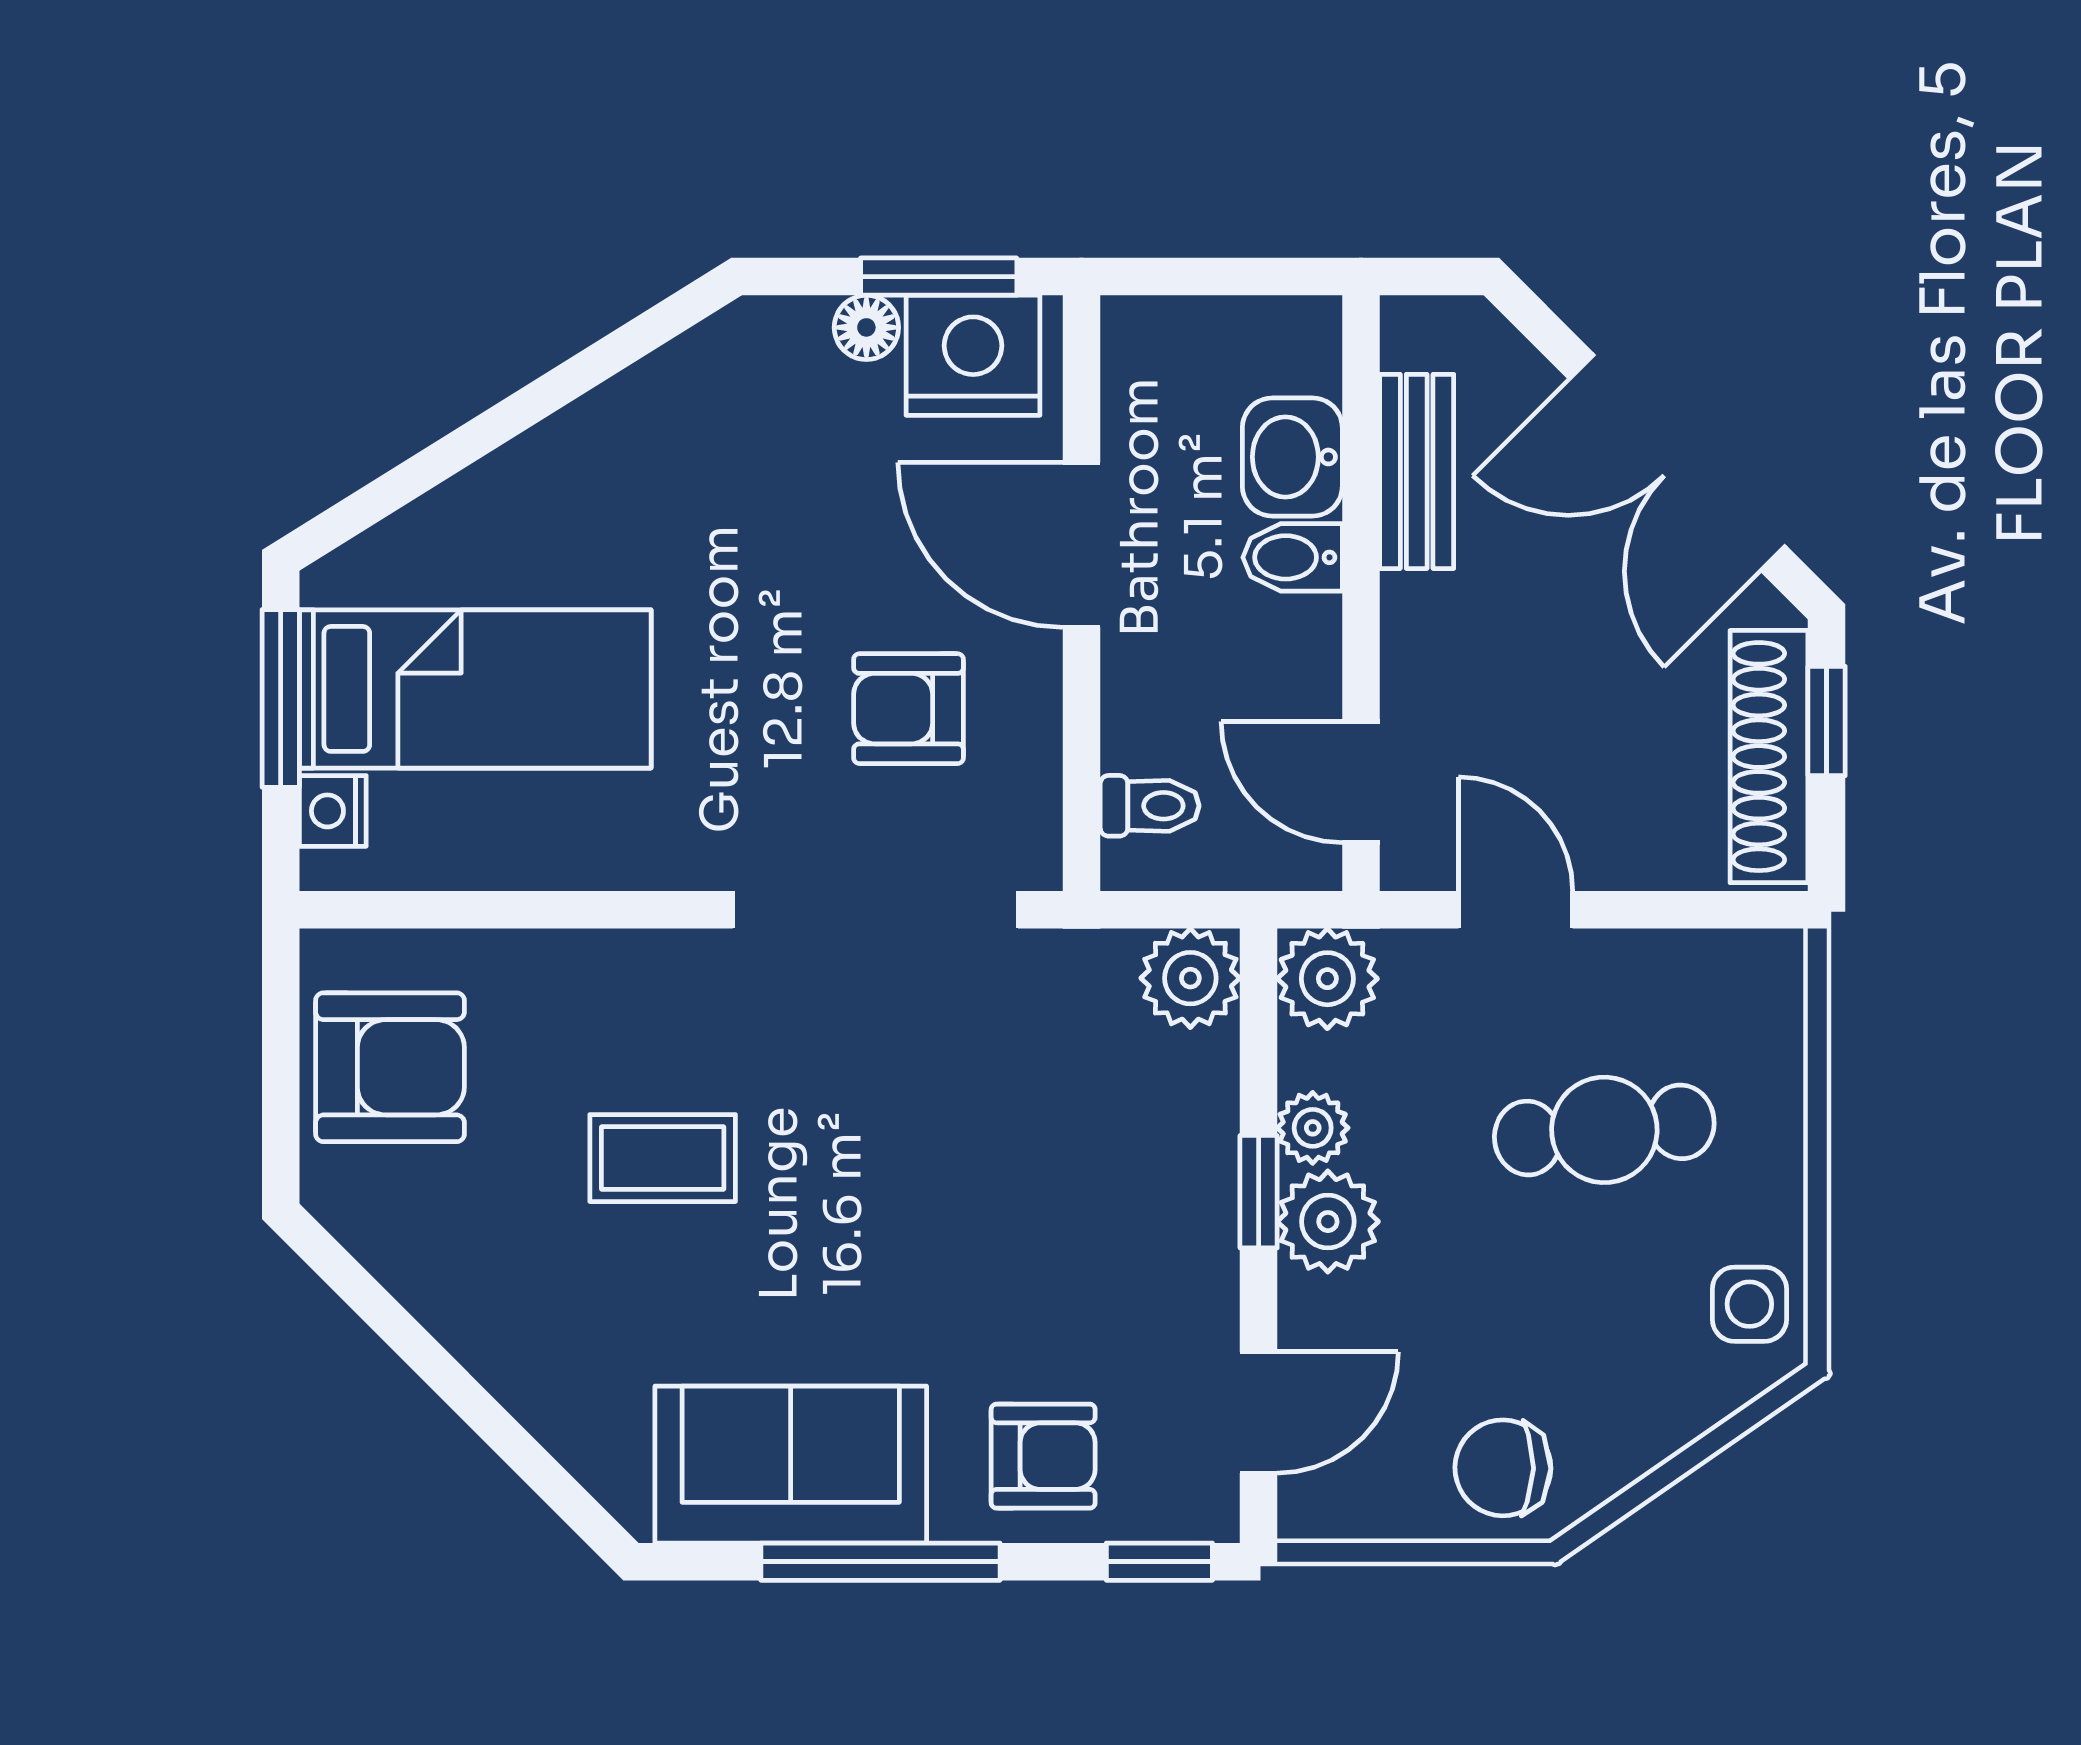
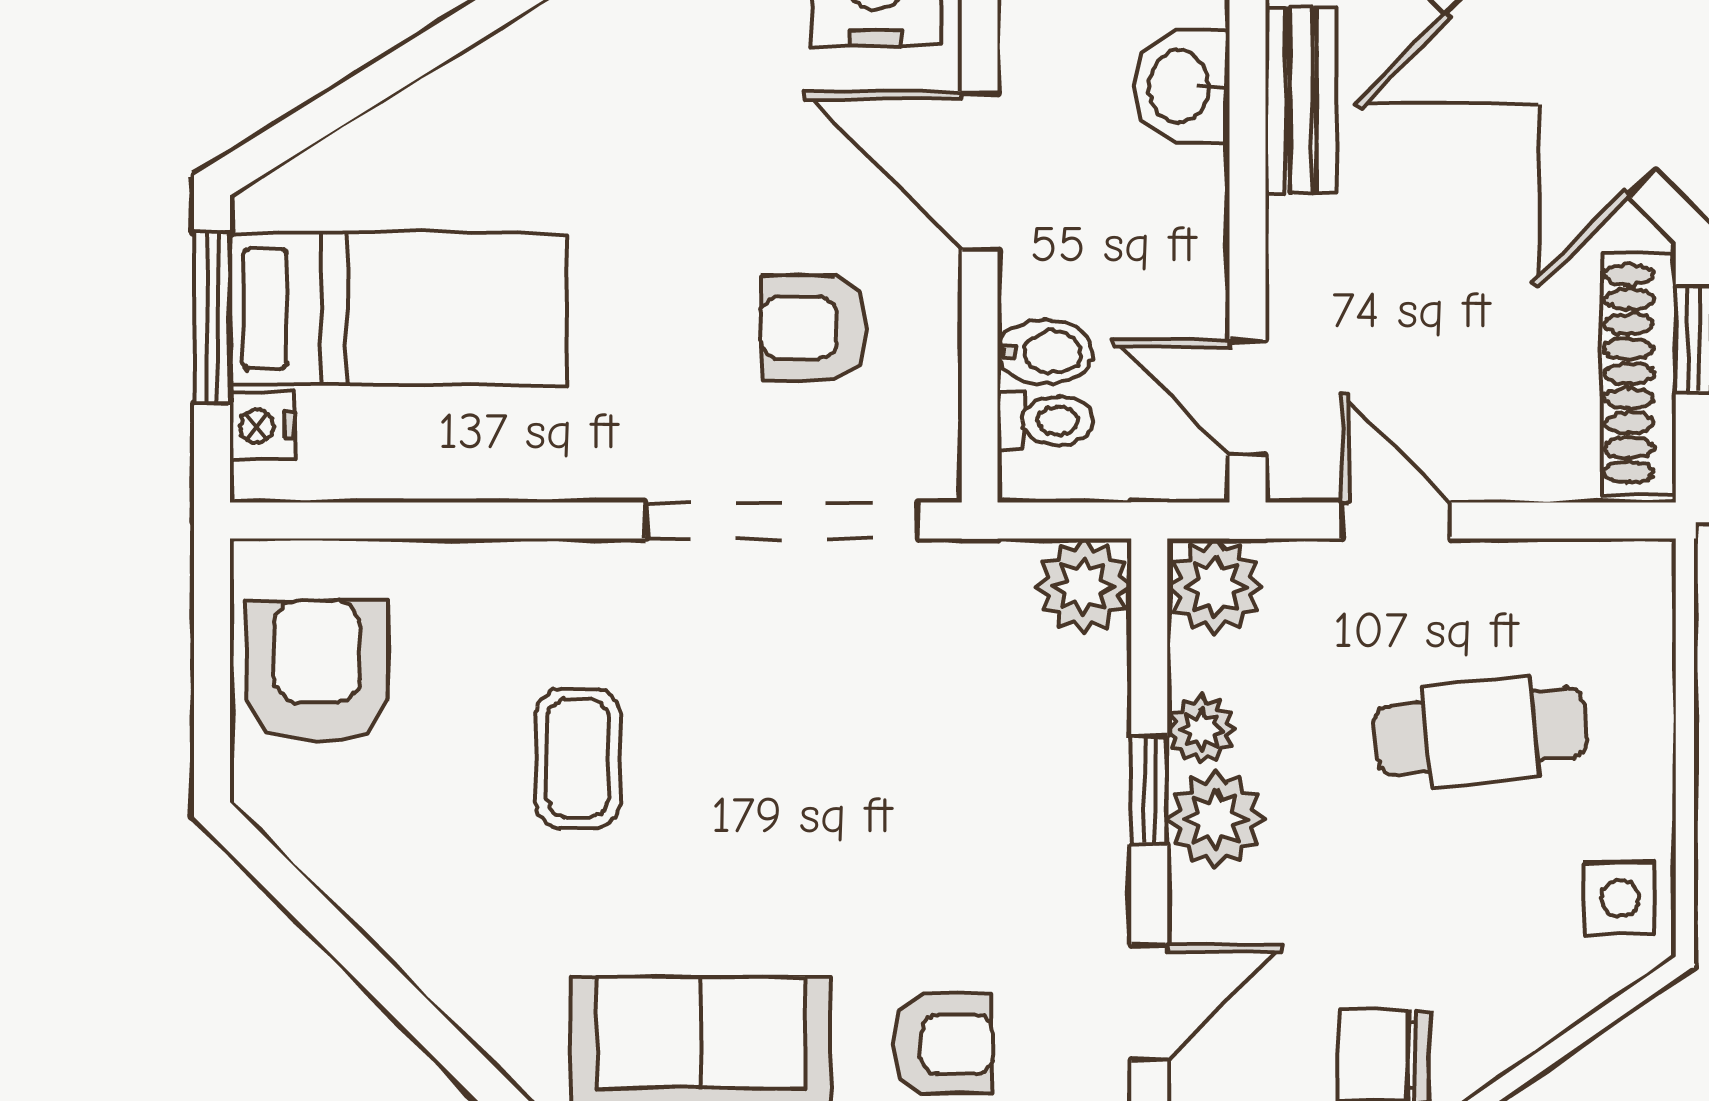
bidet: (1293, 557) -> (1045, 352), moved, turned 180
armchair: (390, 1067) -> (317, 671), turned -90
coffee table: (663, 1158) -> (578, 758), turned 90

